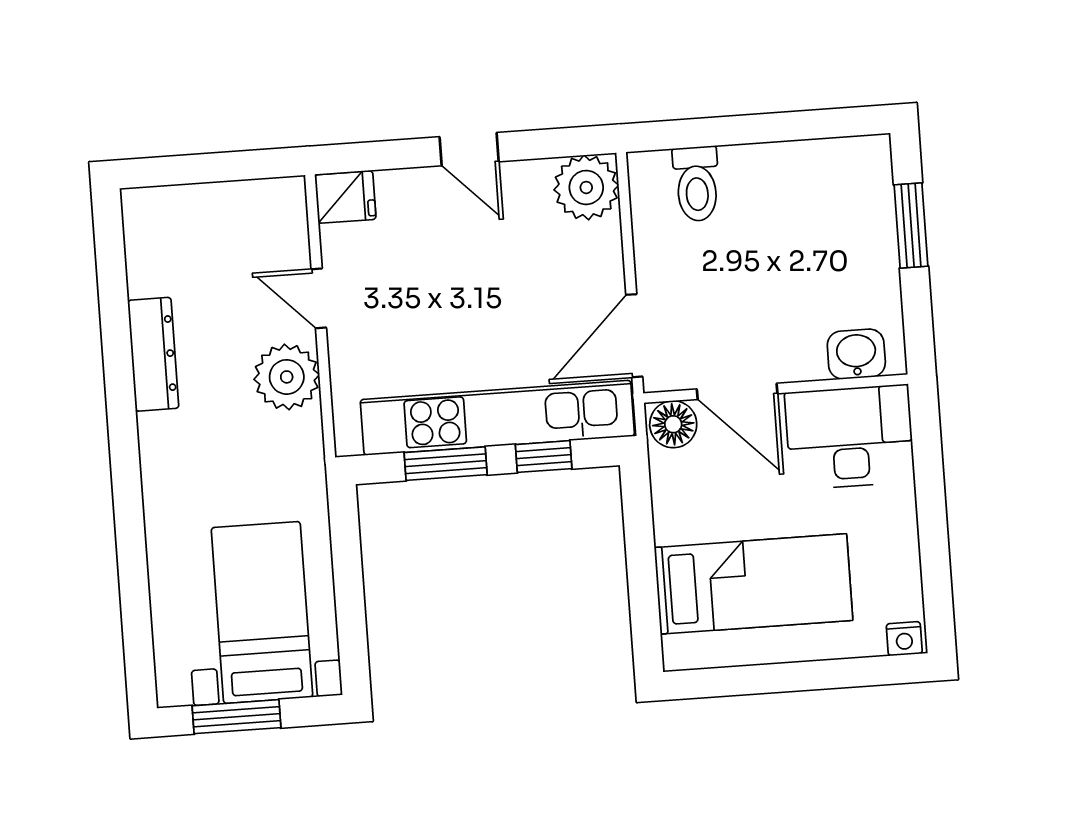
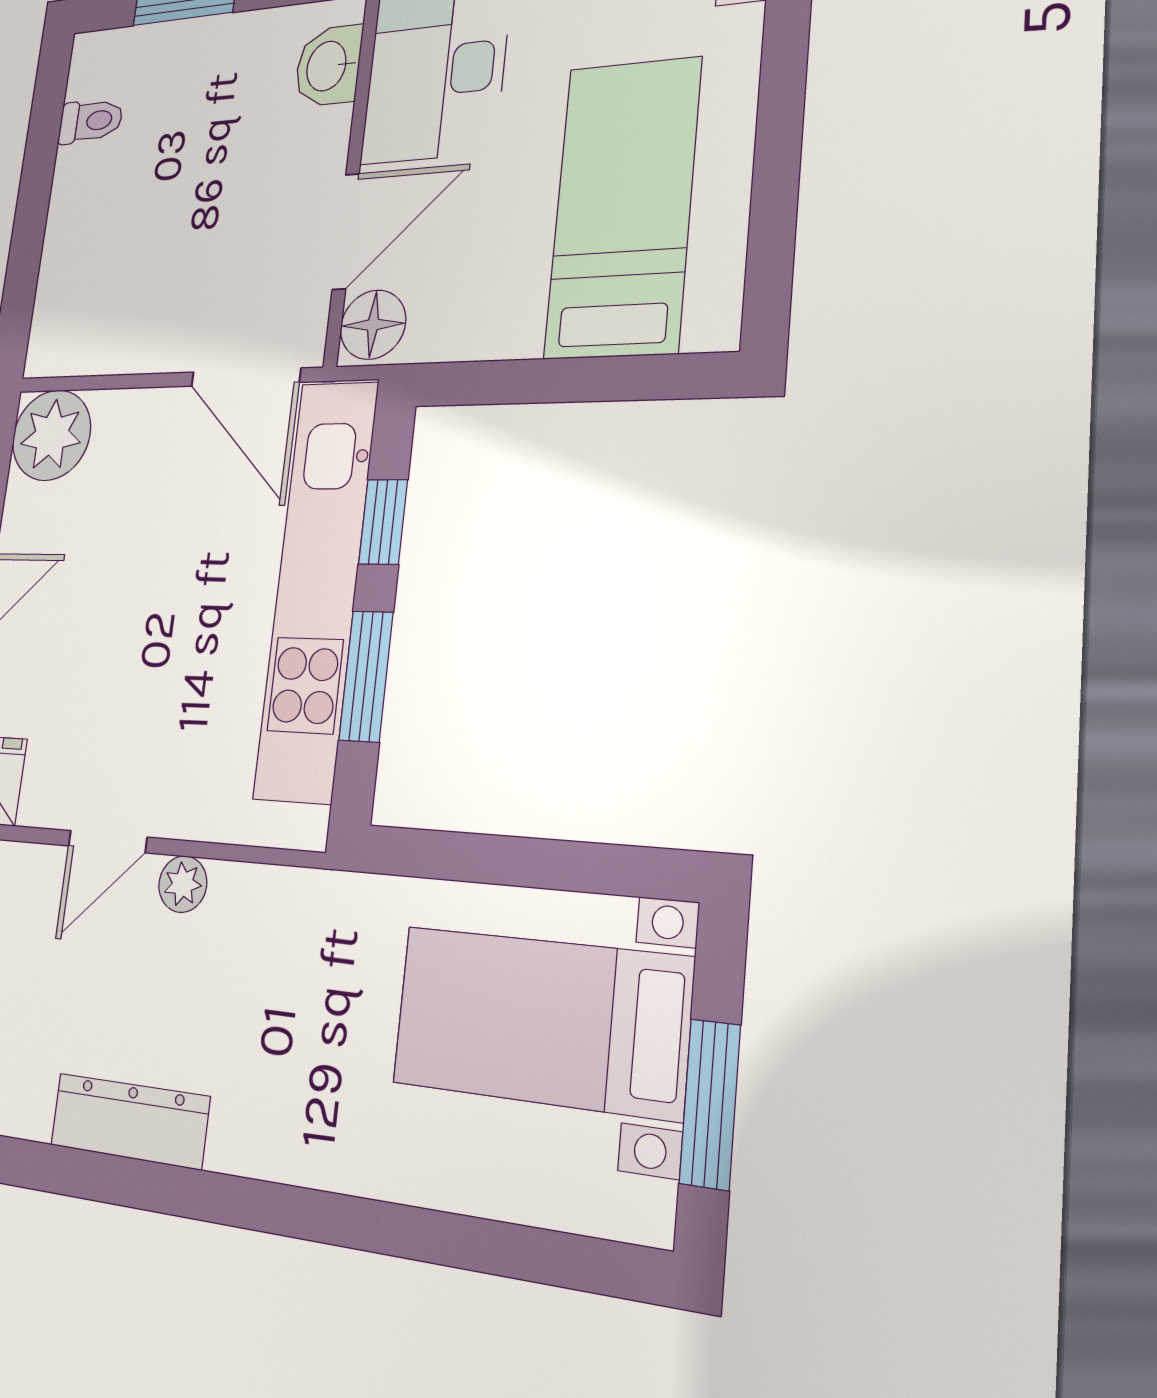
toilet: (697, 184) -> (91, 121), moved, width x0.73, depth x0.72
plant: (287, 377) -> (183, 884), width x0.53, depth x0.53

